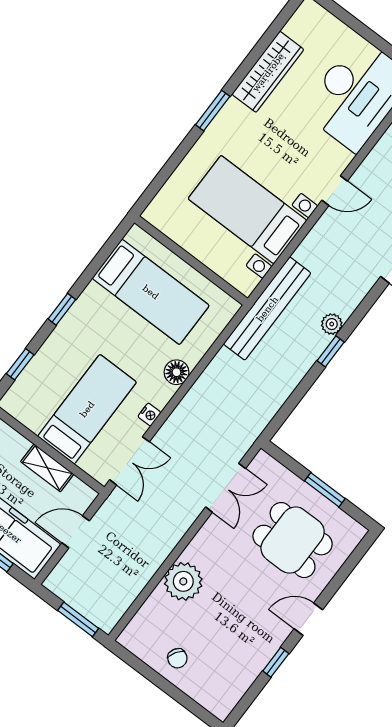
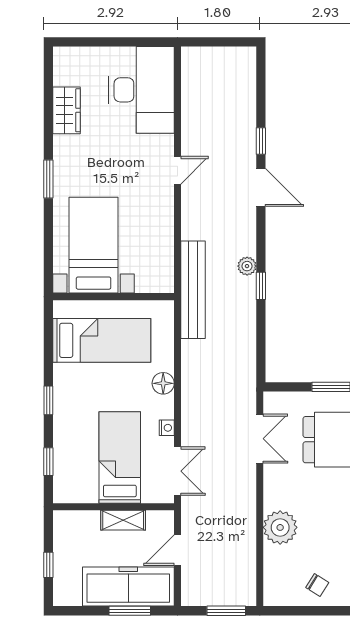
wardrobe: (268, 72) -> (67, 110), width x0.67
bed with nightstands: (247, 210) -> (94, 245), moved, turned 90

